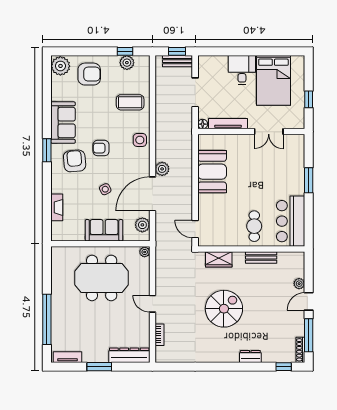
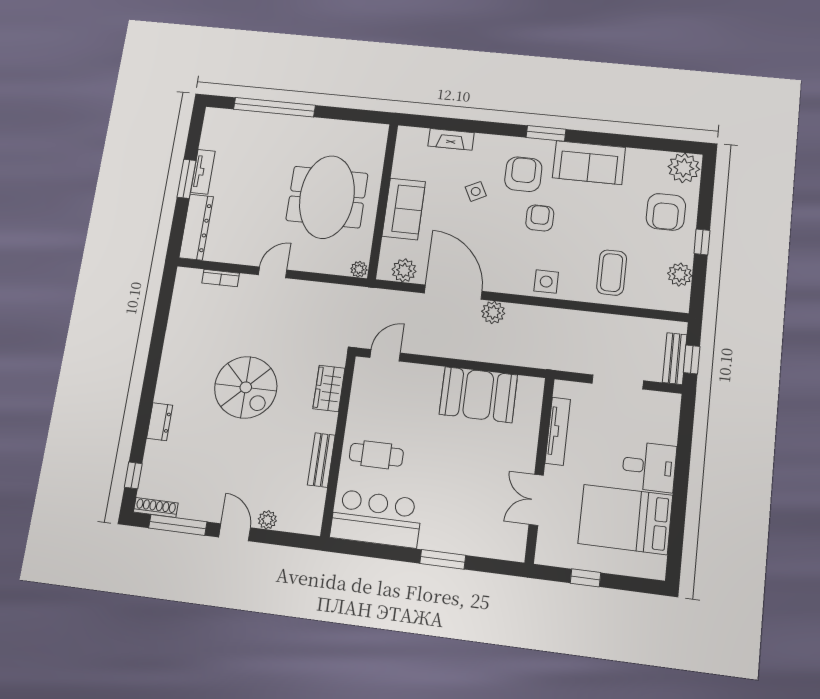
window: (125, 51) -> (702, 242), moved
floor lamp: (203, 124) -> (562, 388), removed
armchair: (75, 161) -> (523, 174), turned -85
side table: (105, 189) -> (476, 191), moved
tv unit: (68, 357) -> (203, 172), moved

